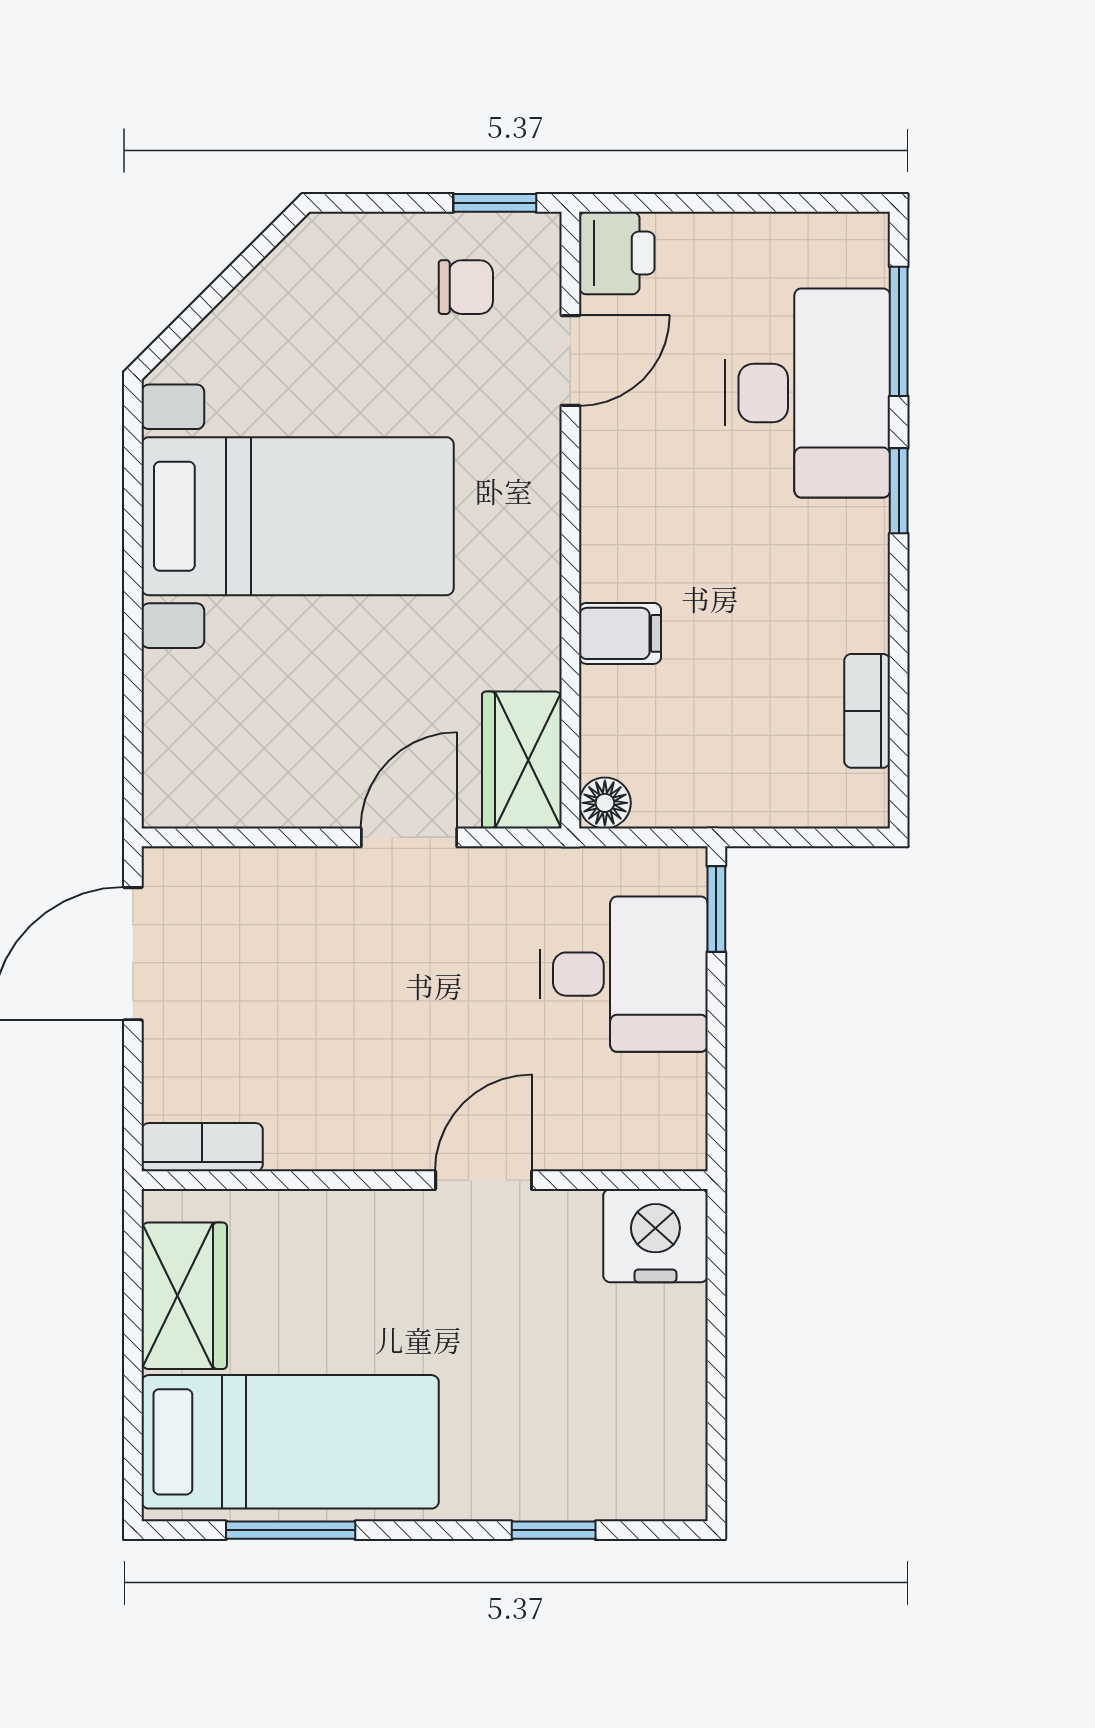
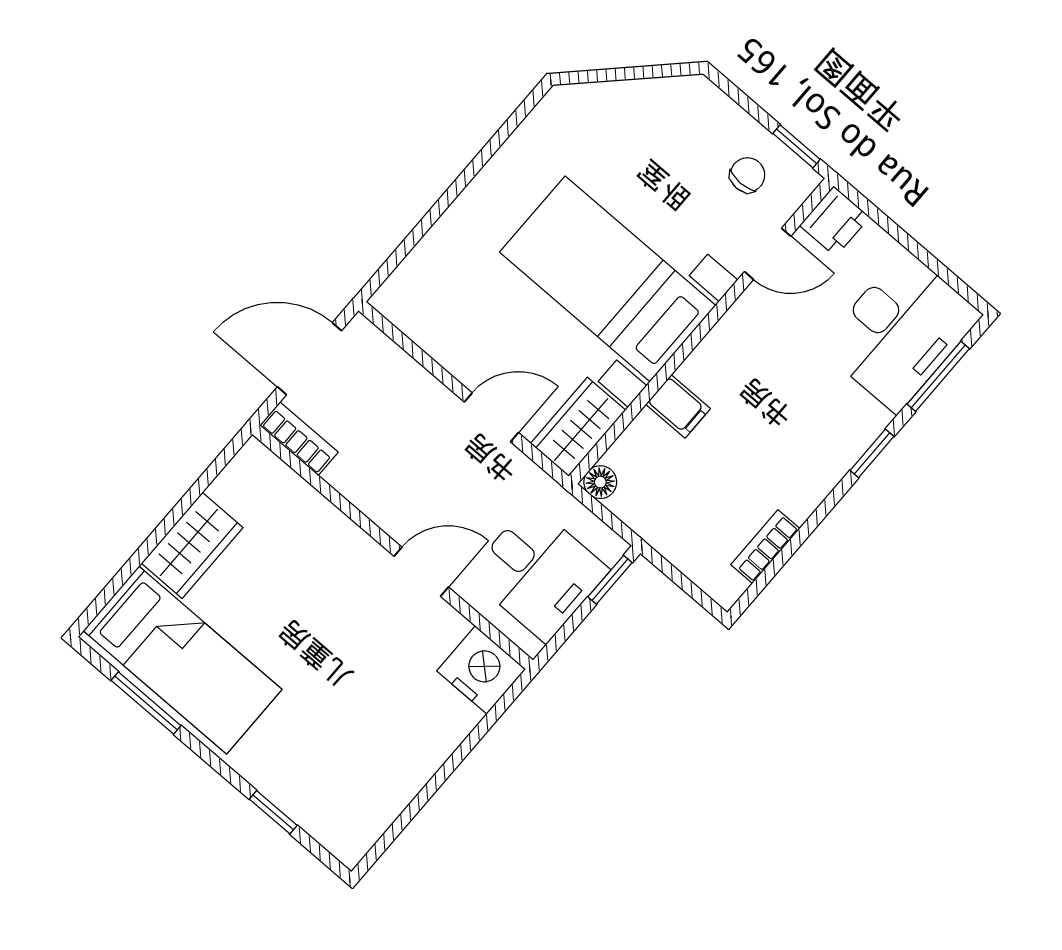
chair: (466, 287) -> (748, 175), turned -90
desk: (808, 393) -> (901, 331), moved
bed with nightstands: (298, 516) -> (608, 279), moved, turned 180
bookcase: (202, 1147) -> (299, 439), moved
wall: (425, 1180) -> (393, 547), moved
door: (484, 1180) -> (421, 572), moved
nightstand: (655, 1236) -> (481, 670), moved

